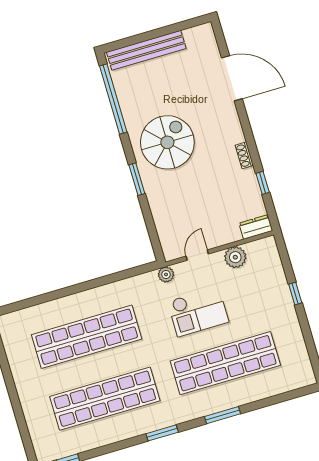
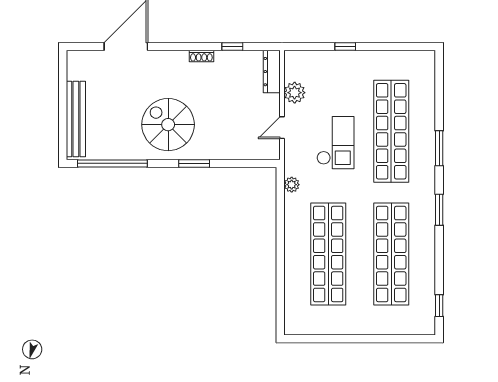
dresser: (256, 227) -> (272, 72), width x1.44
door: (197, 255) -> (282, 128), hinge flipped
plant: (166, 274) -> (292, 185), moved

